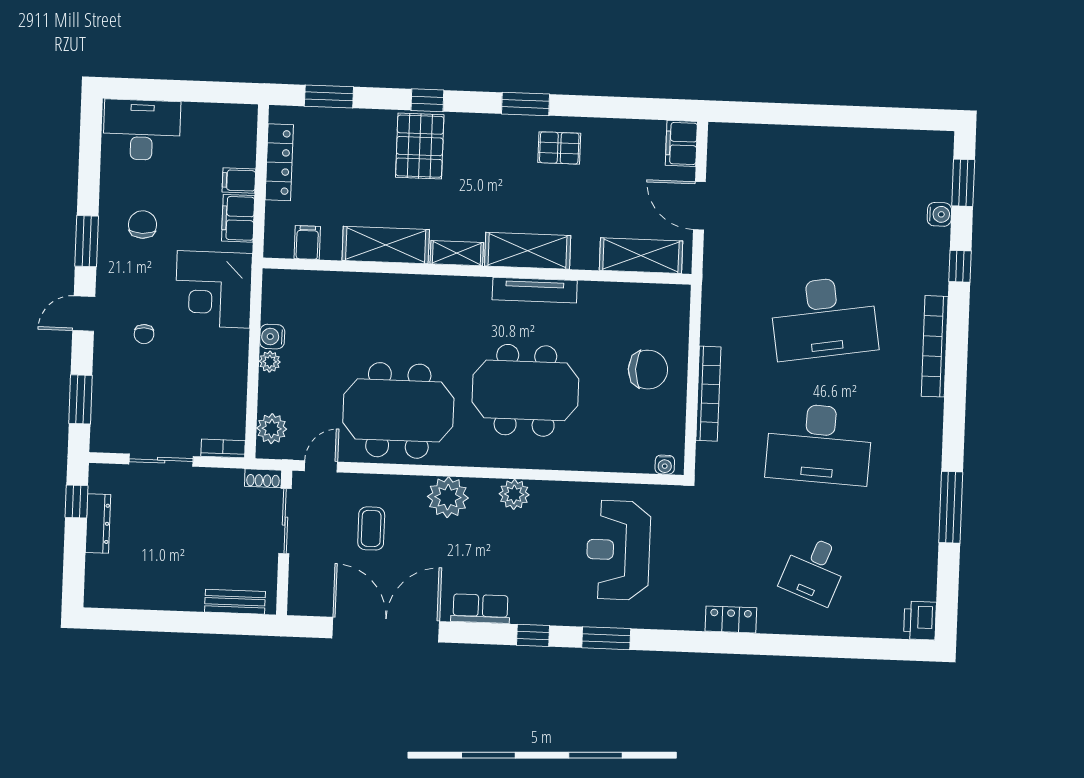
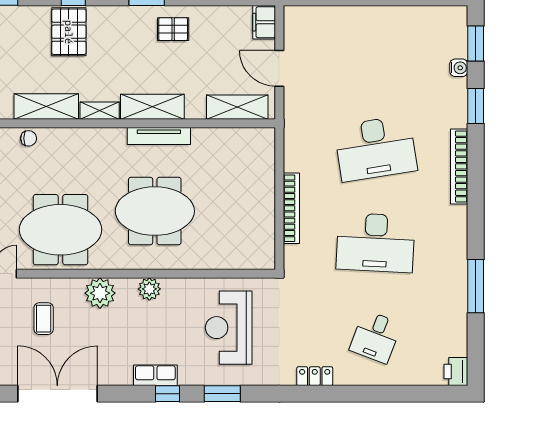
window: (960, 266) -> (476, 106), width x1.50
chair: (648, 370) -> (29, 138), moved, width x0.54, depth x0.54
water cooler: (665, 465) -> (261, 263), removed
row of seats: (480, 609) -> (155, 375), moved

